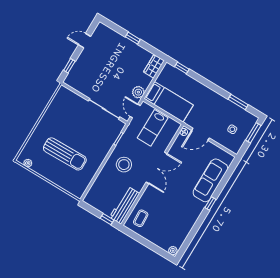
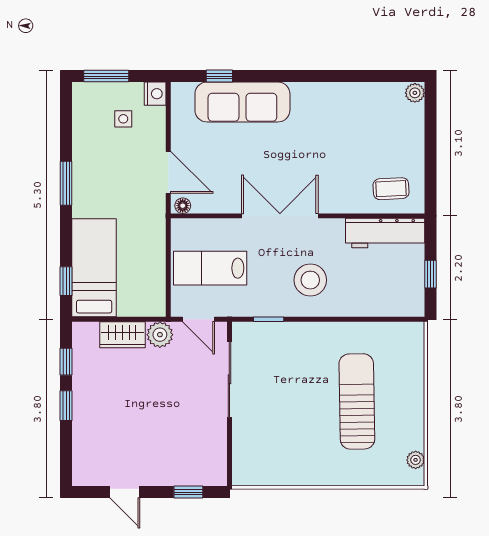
window: (150, 49) -> (66, 362), added
wardrobe: (154, 66) -> (122, 335), moved
bed: (169, 102) -> (94, 268), moved
window: (238, 102) -> (66, 183), moved
door: (135, 111) -> (199, 319), hinge flipped
lab bench: (153, 128) -> (210, 268), turned 180
nightstand: (235, 148) -> (155, 94), added
window: (210, 204) -> (219, 76), moved
window: (107, 219) -> (430, 274), moved

